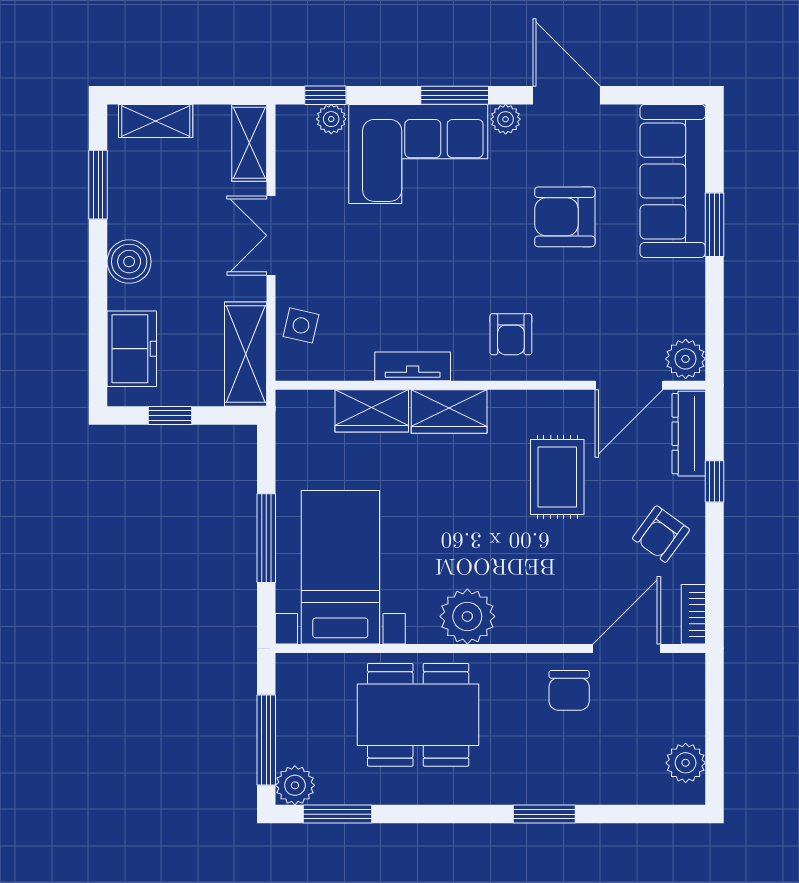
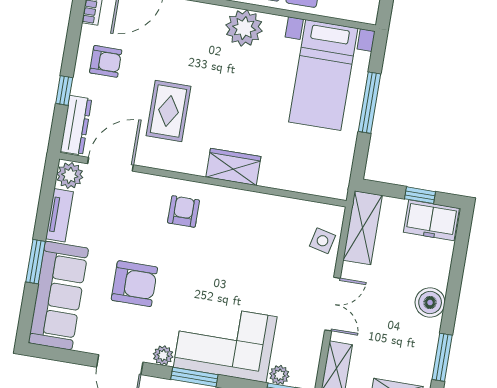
freezer: (132, 349) -> (431, 220), moved, turned -90
tv unit: (413, 366) -> (59, 215), moved, turned -90
wardrobe: (372, 411) -> (285, 176), removed
armchair: (661, 534) -> (106, 61), turned 54

